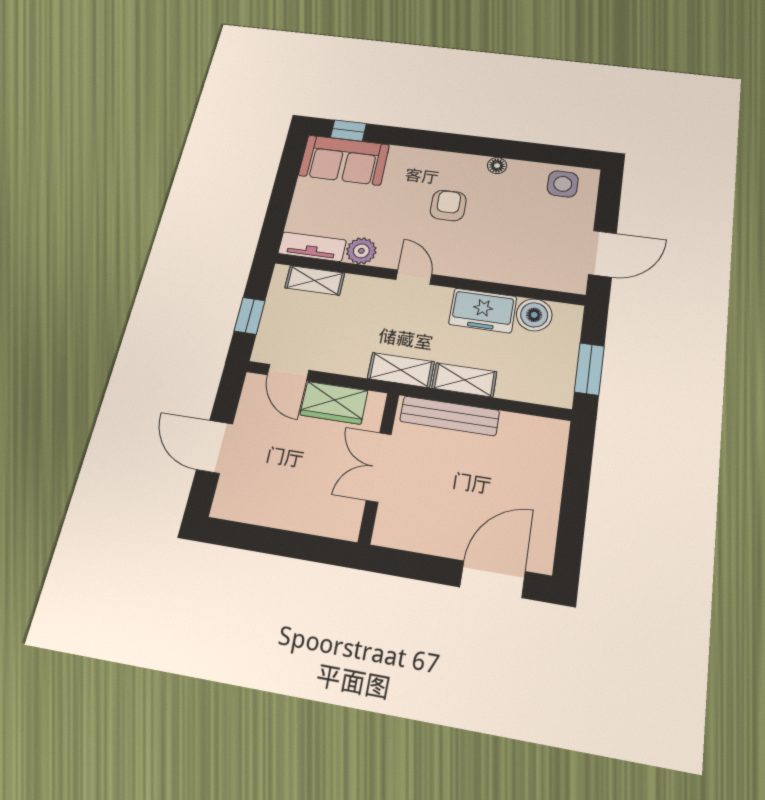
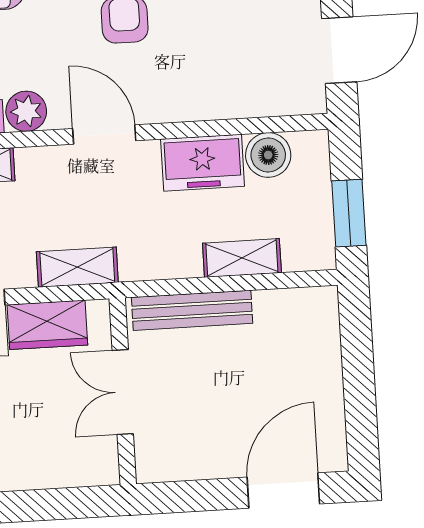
door: (414, 277) -> (104, 135), width x1.37
shelving: (401, 370) -> (77, 267), moved
shelving: (464, 380) -> (242, 258), moved

